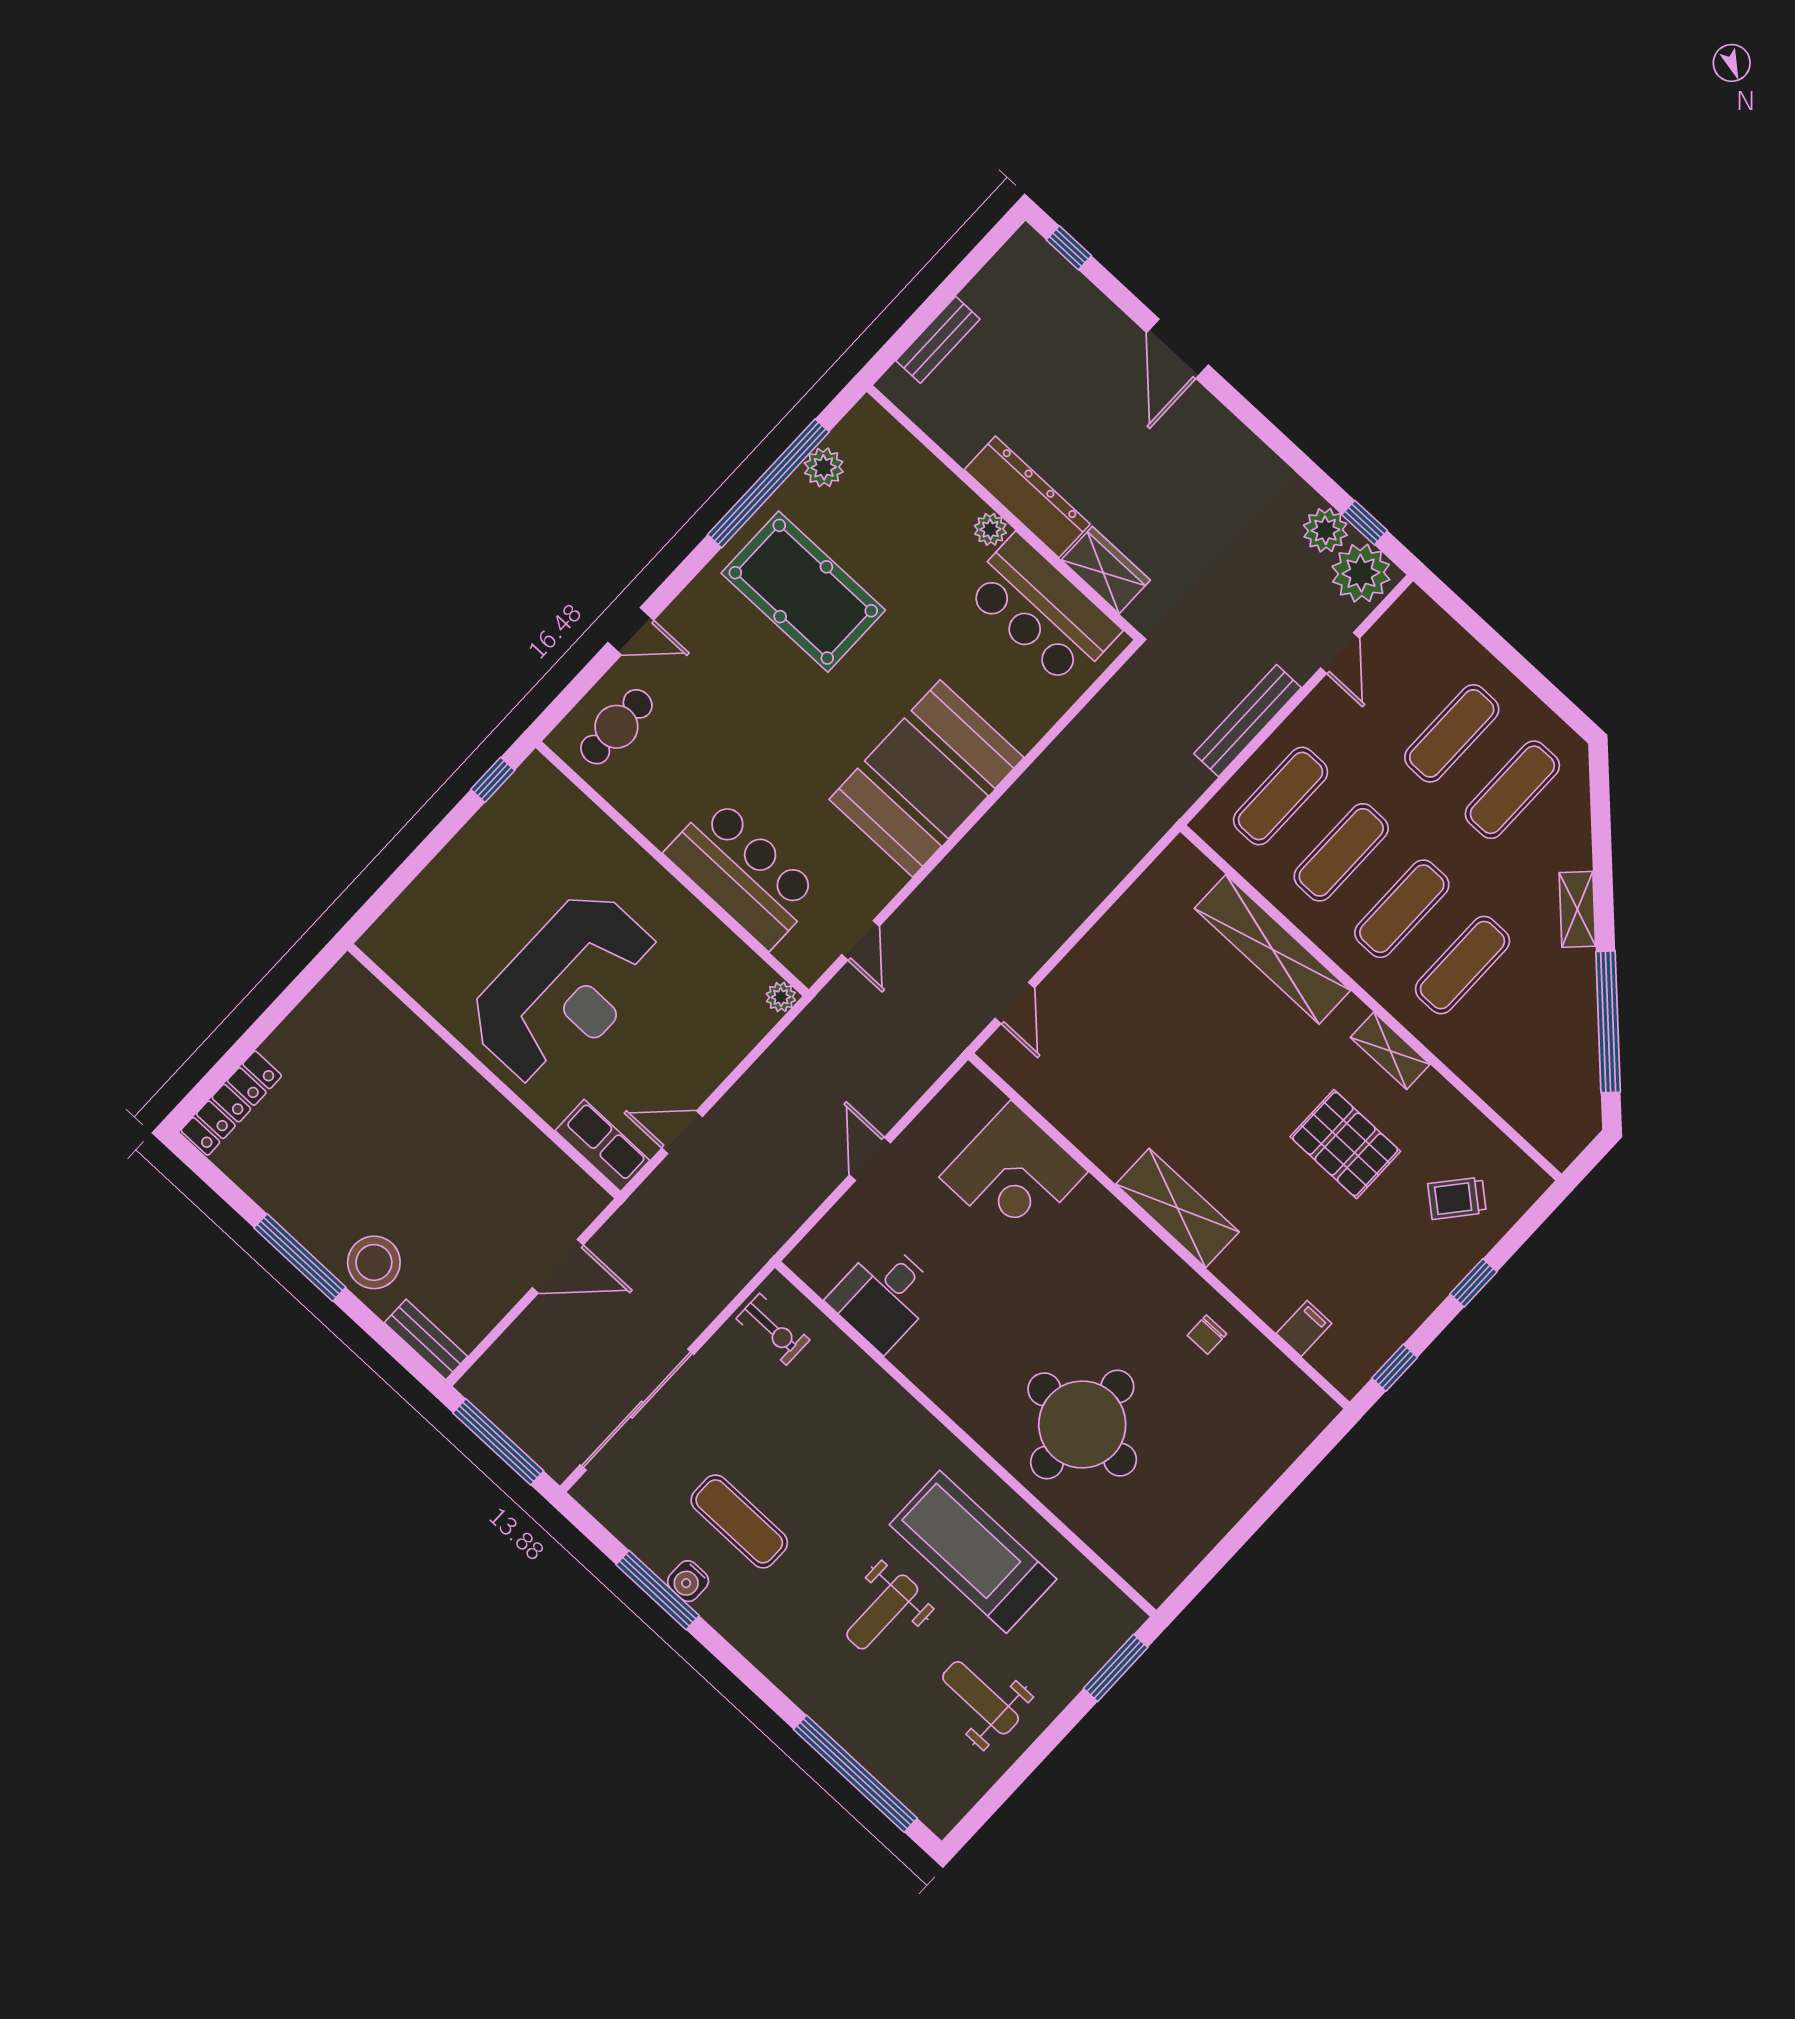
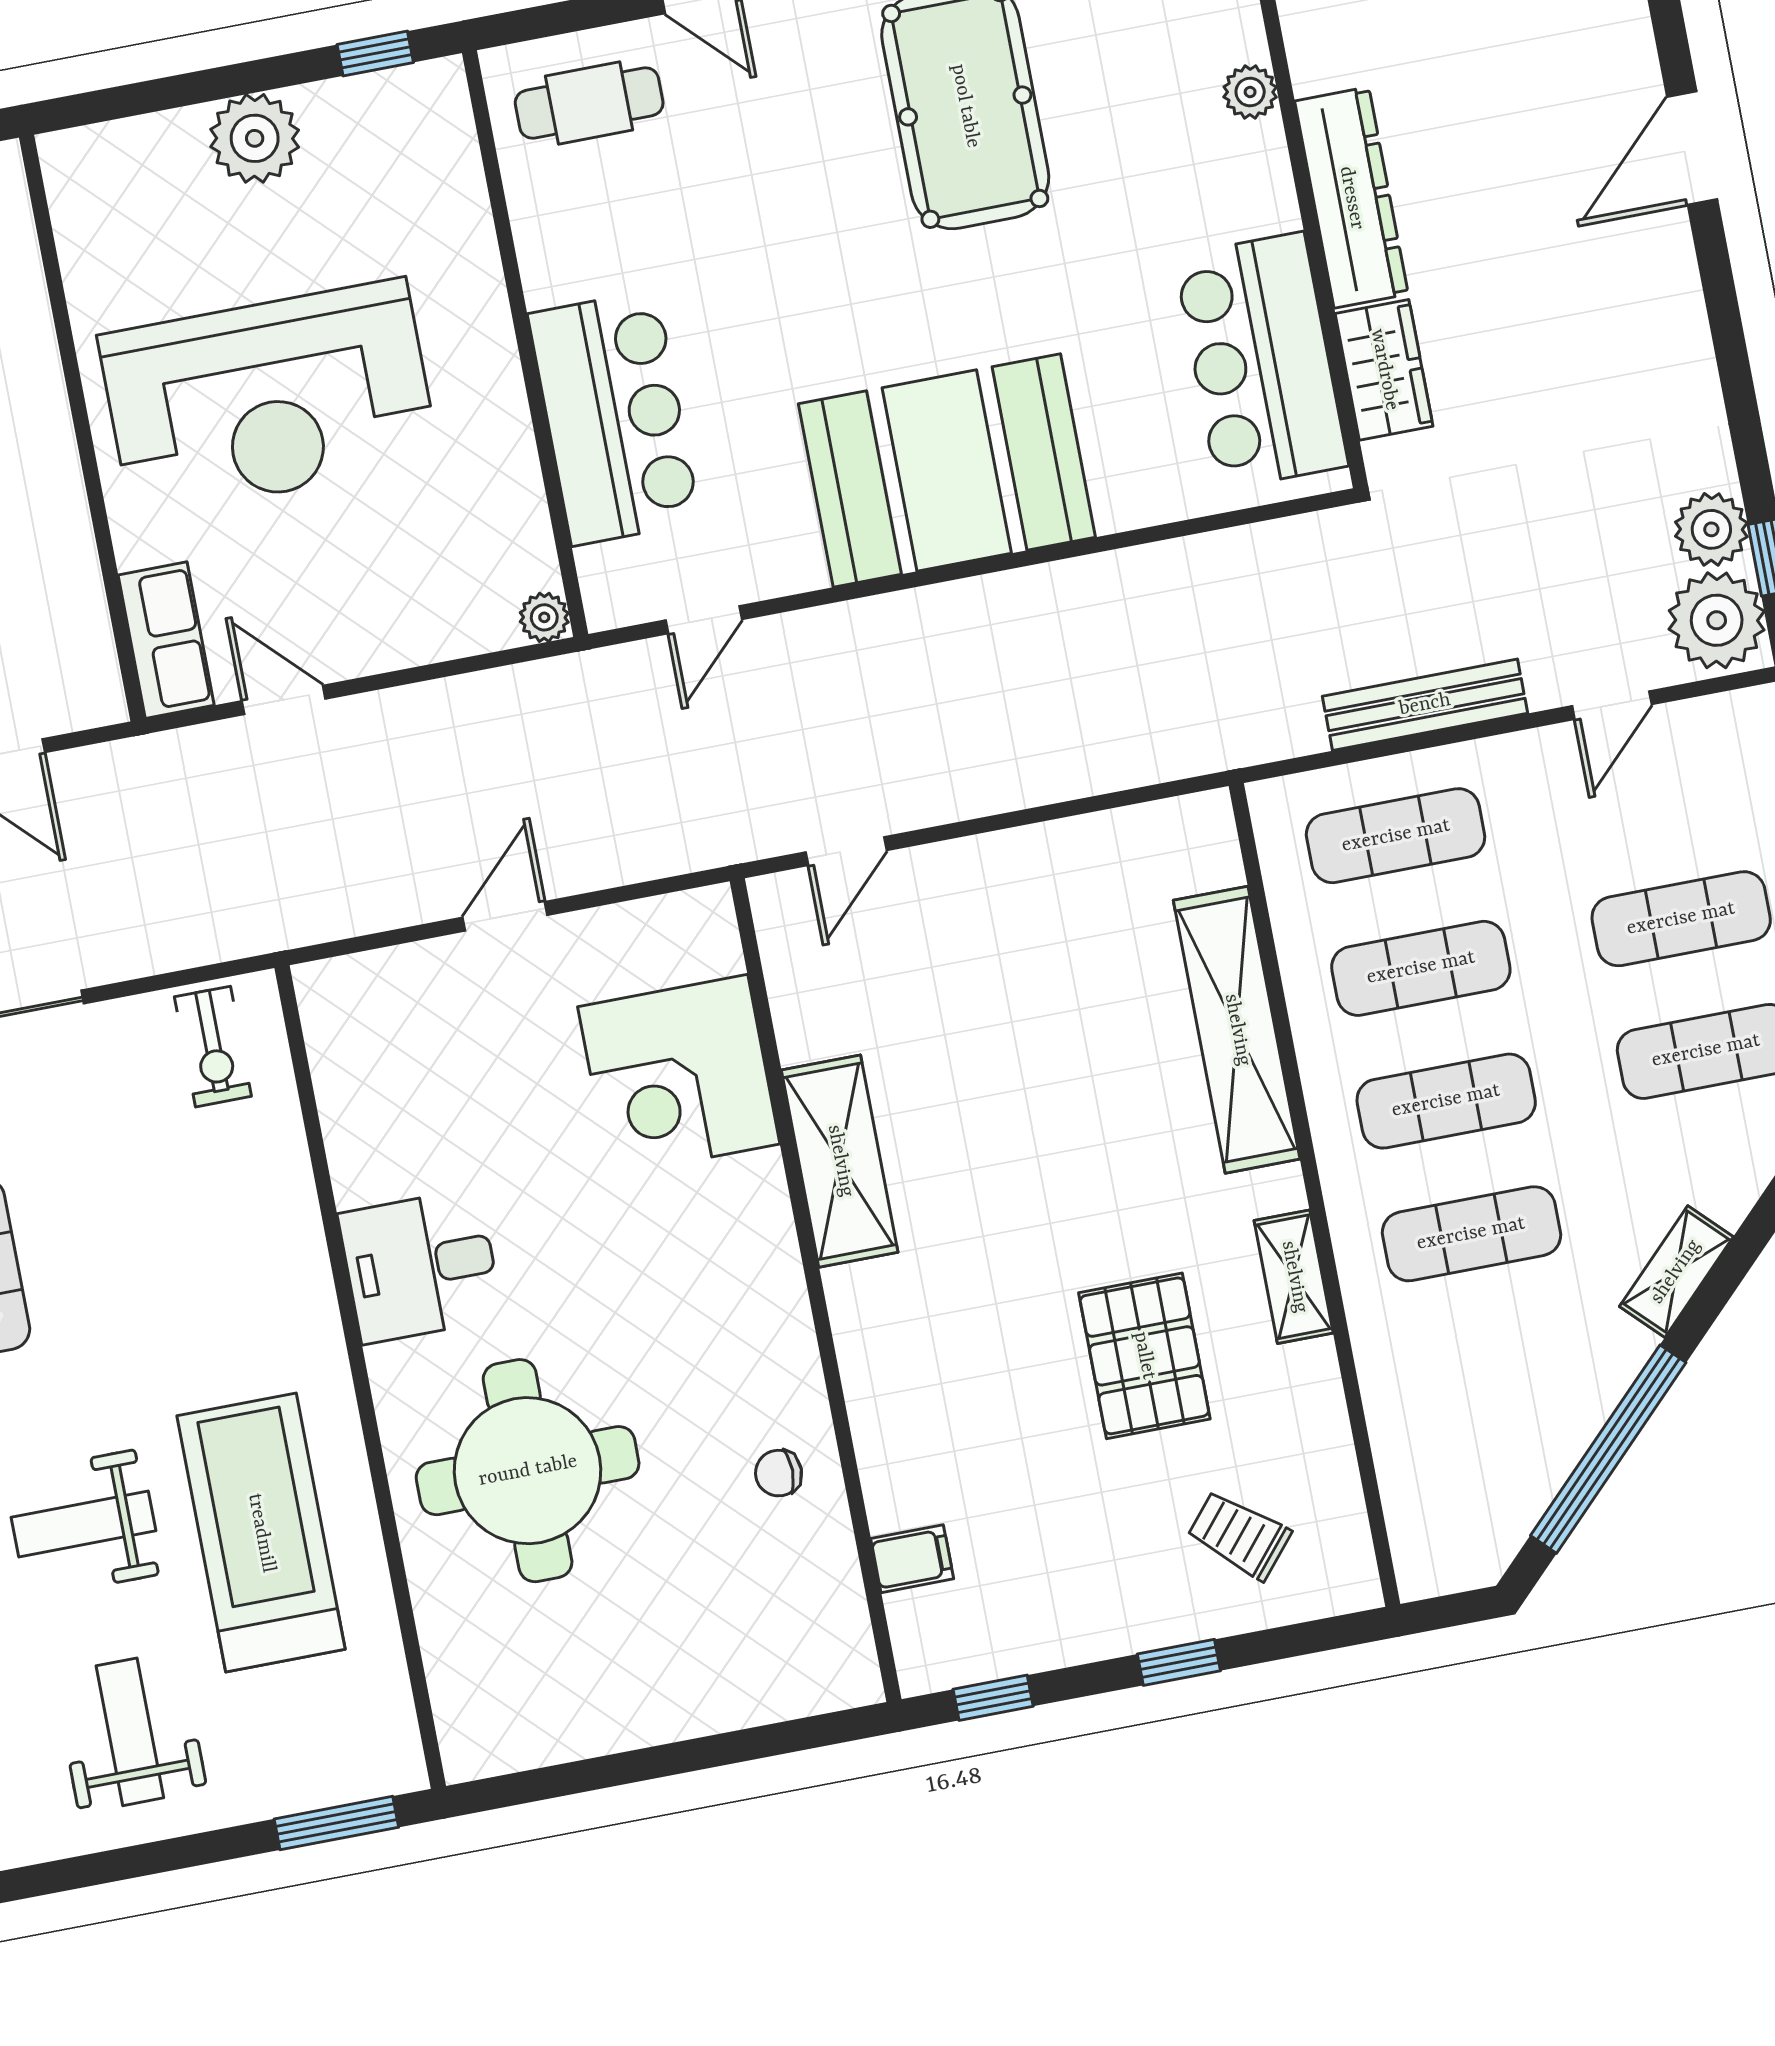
plant: (990, 529) -> (1250, 92), moved
plant: (464, 866) -> (255, 138), added
shelving: (1177, 1208) -> (840, 1161), moved
desk: (884, 1296) -> (420, 1266), moved

